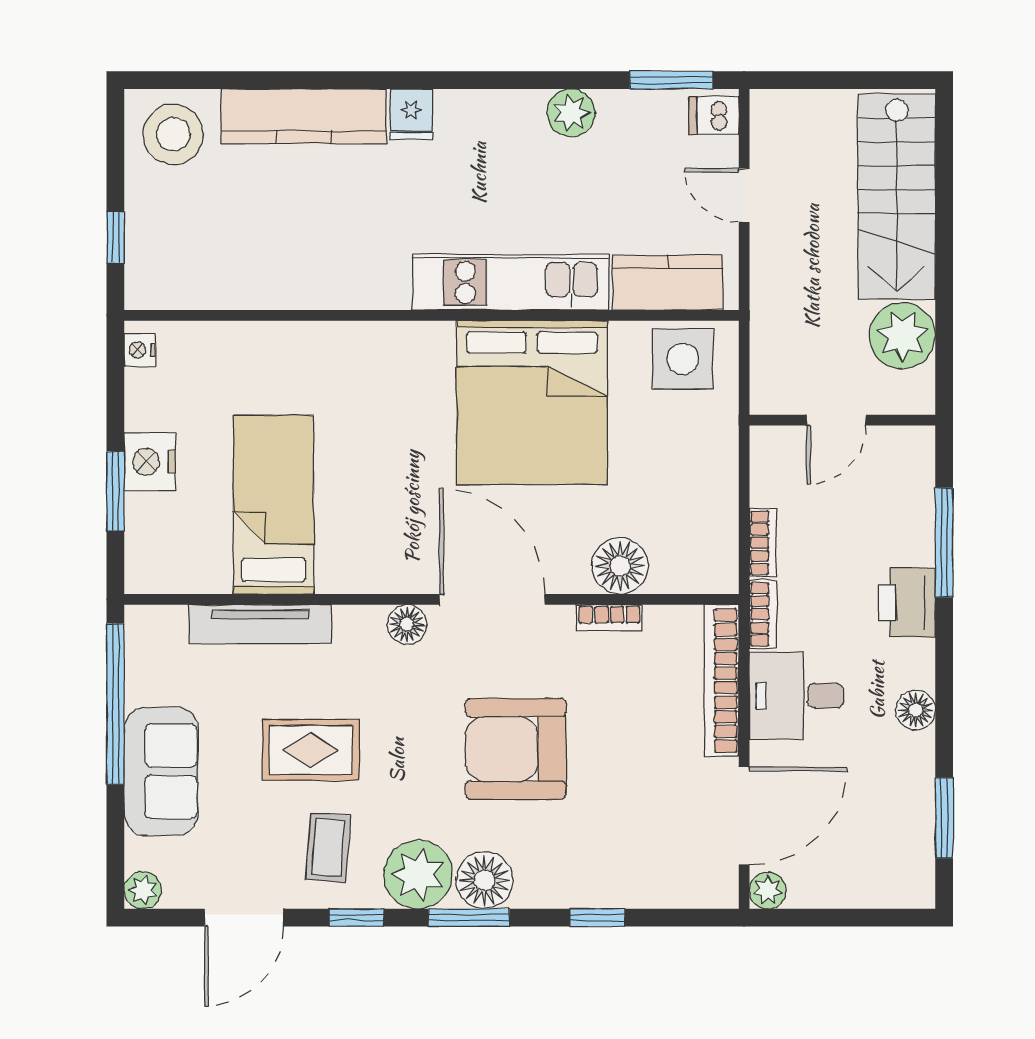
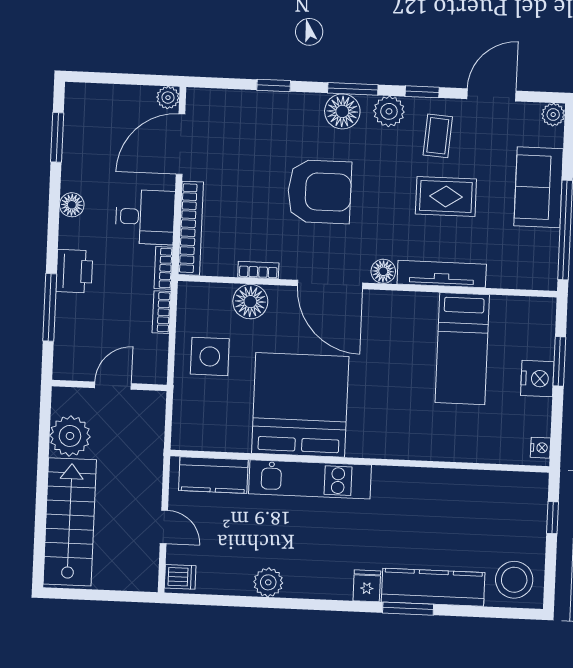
window: (671, 80) -> (408, 609), moved
side table: (683, 359) -> (210, 356), moved
tv unit: (260, 624) -> (442, 274), moved
plant: (418, 875) -> (389, 111), width x0.73, depth x0.73

